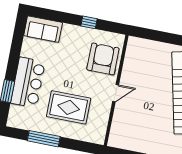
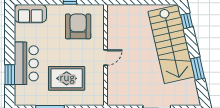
armchair: (103, 59) -> (78, 26), moved

